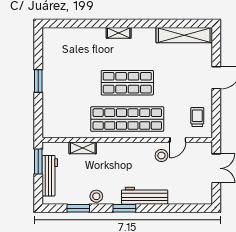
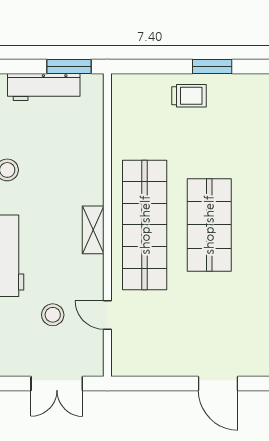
trolley: (197, 117) -> (189, 96), moved
shelving: (83, 148) -> (93, 230), moved
stool: (161, 156) -> (53, 315), moved

